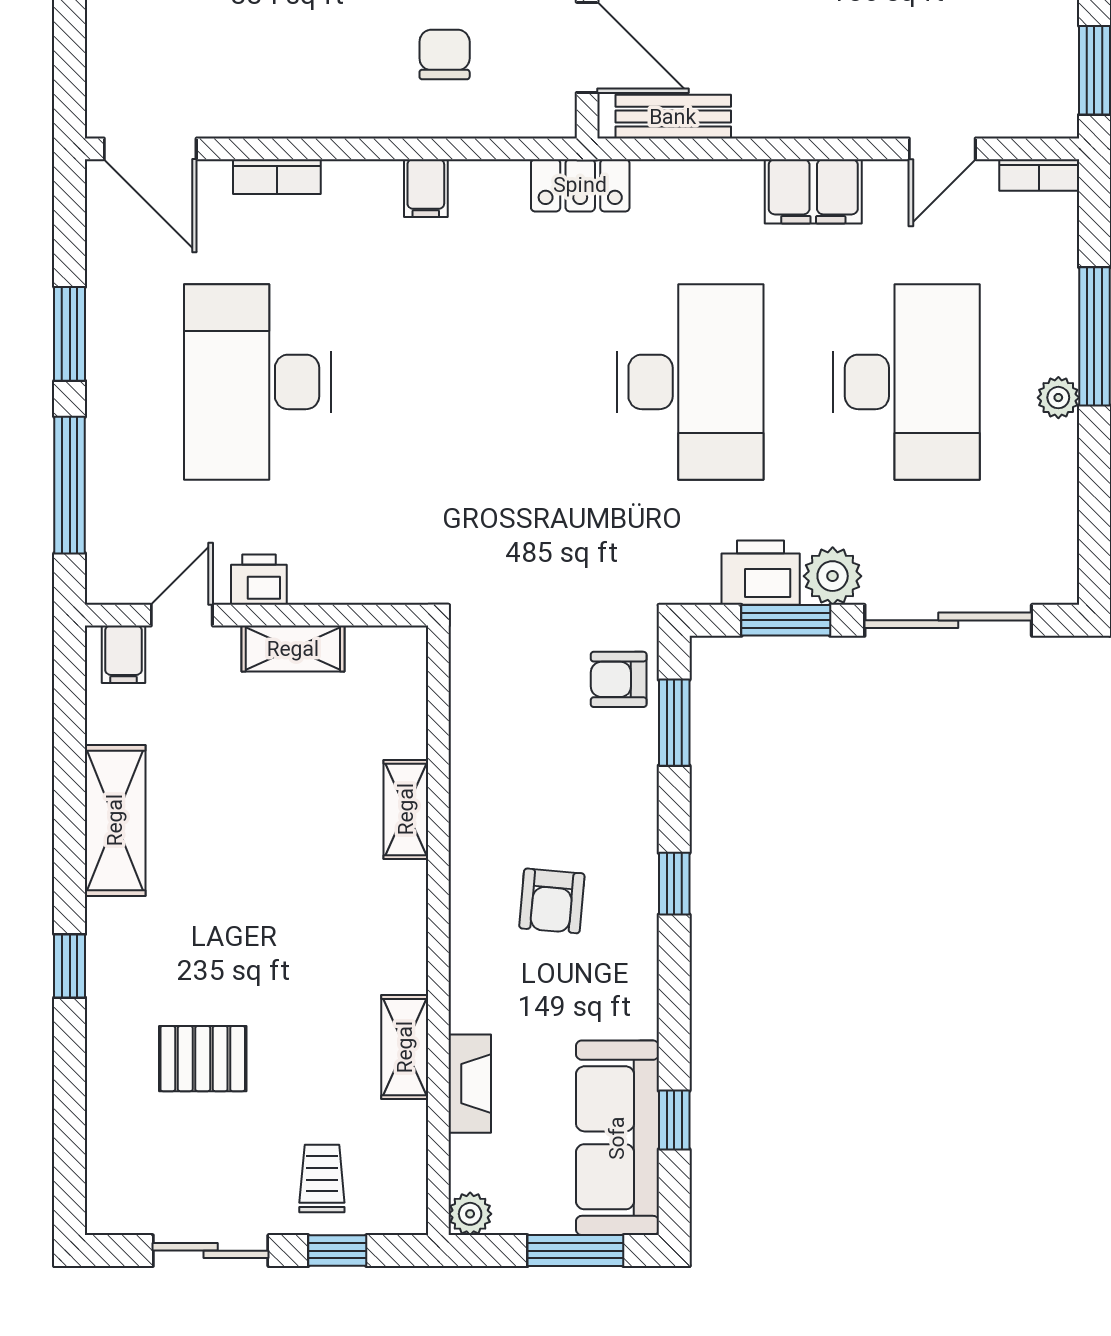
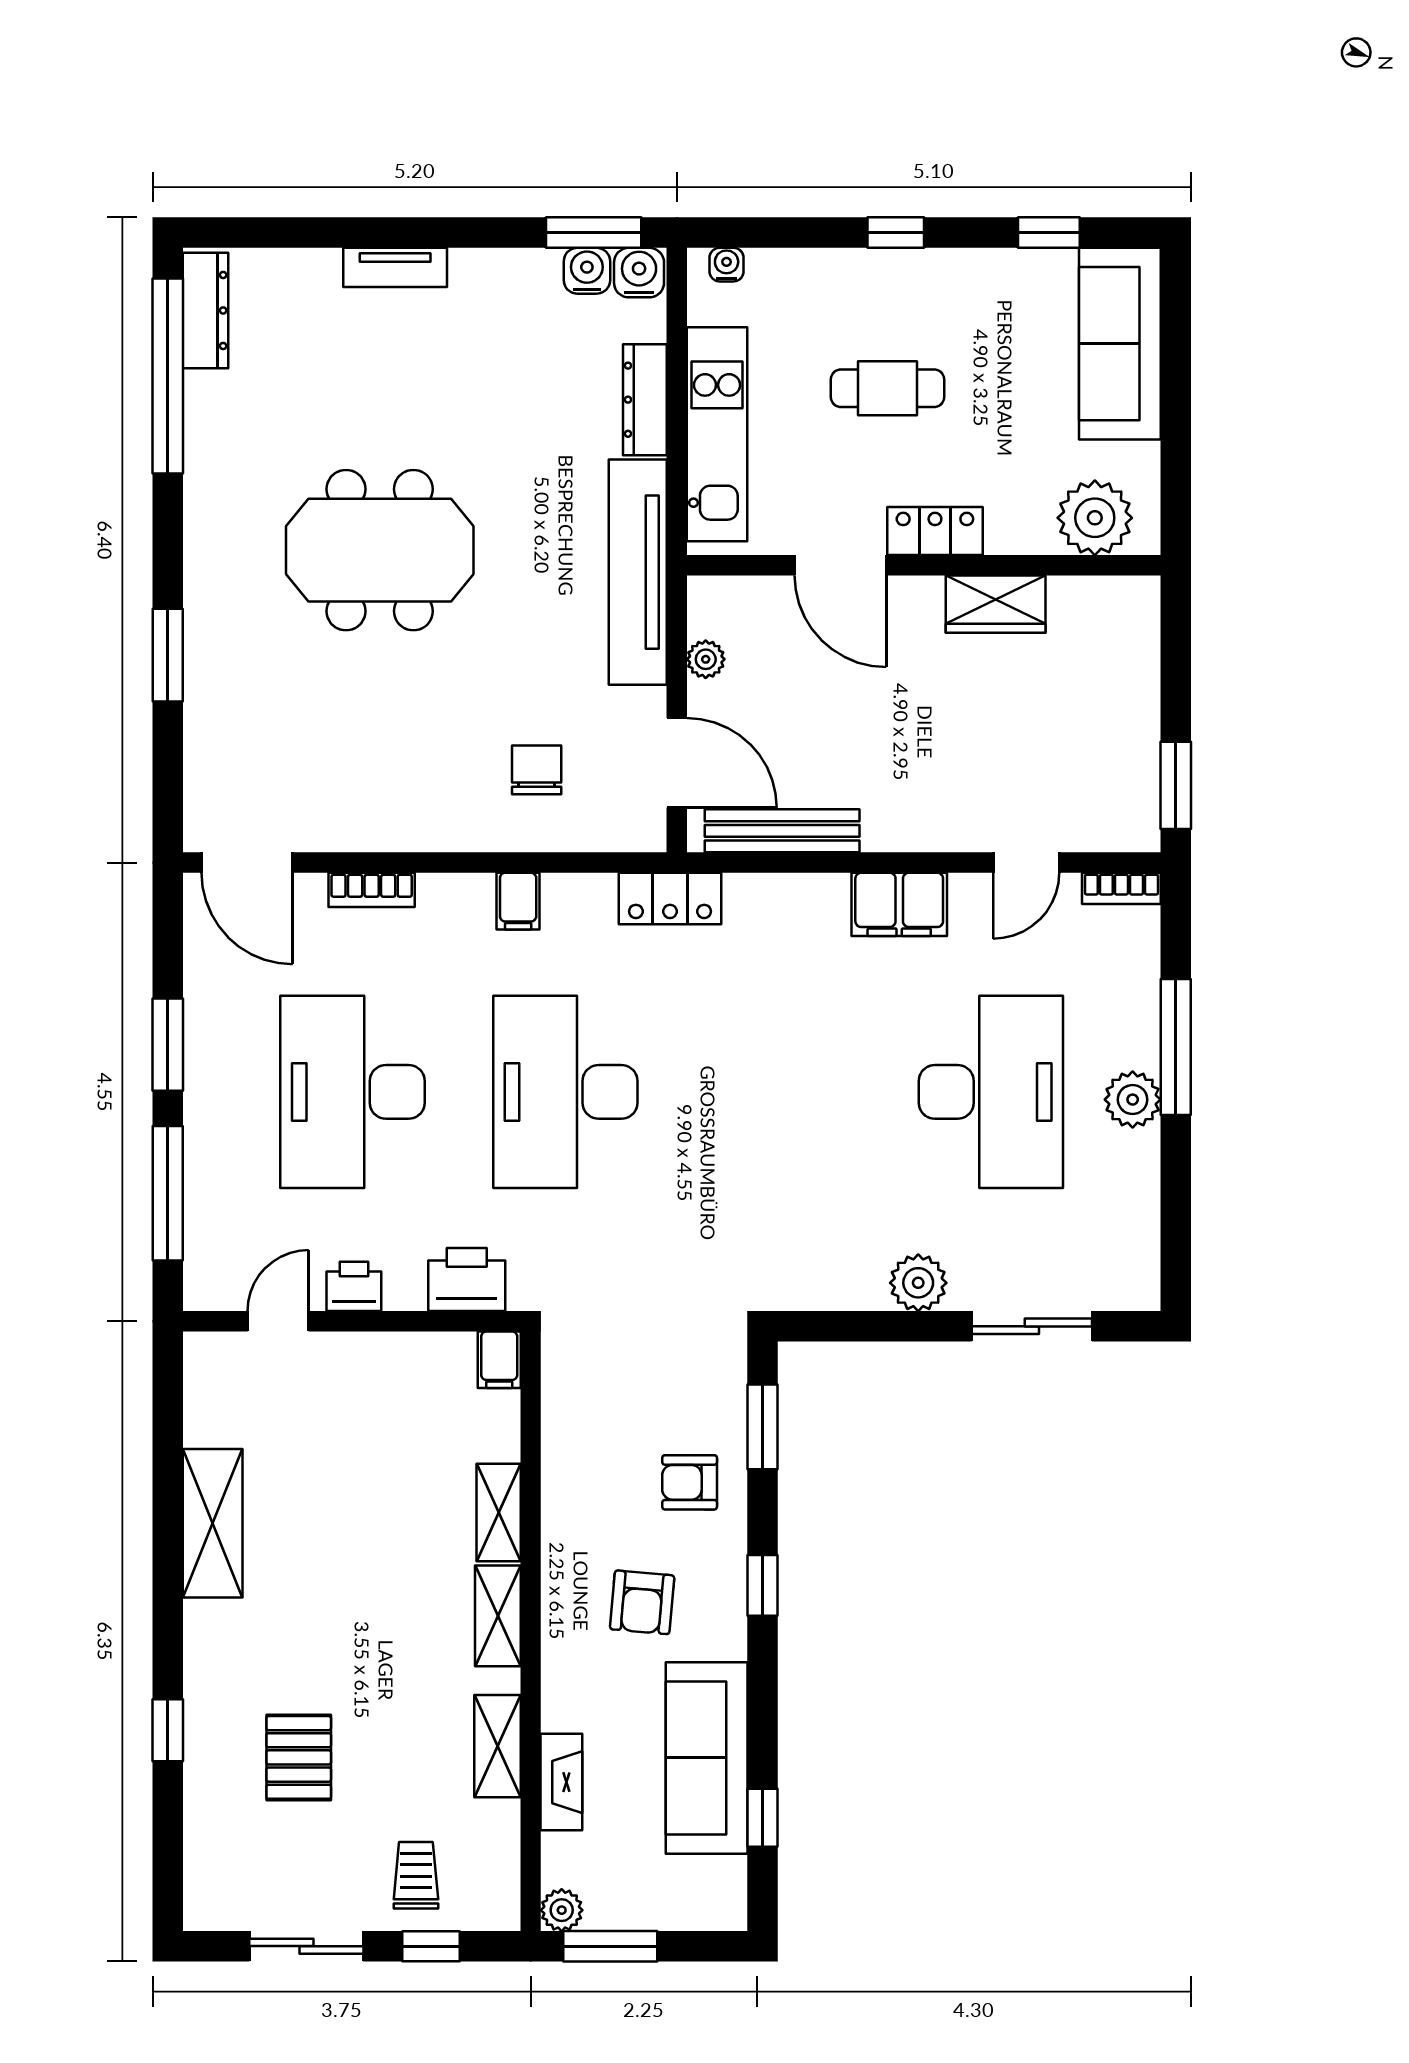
bench: (673, 117) -> (782, 831), width x1.36
desk: (690, 382) -> (565, 1092), moved, turned 180
plant: (1058, 398) -> (1133, 1100), width x1.38, depth x1.38
printer: (761, 573) -> (467, 1279), moved
window: (786, 620) -> (872, 1326), removed
sliding door: (948, 620) -> (1032, 1326), width x0.73
shelving: (293, 649) -> (498, 1616), moved, turned 90
filing cabinet: (123, 654) -> (499, 1360), moved
armchair: (619, 679) -> (690, 1482), moved
window: (70, 966) -> (168, 1730), moved
pallet: (203, 1059) -> (299, 1757), turned 90
sofa: (617, 1138) -> (707, 1758), moved
window: (575, 1251) -> (610, 1946), moved

